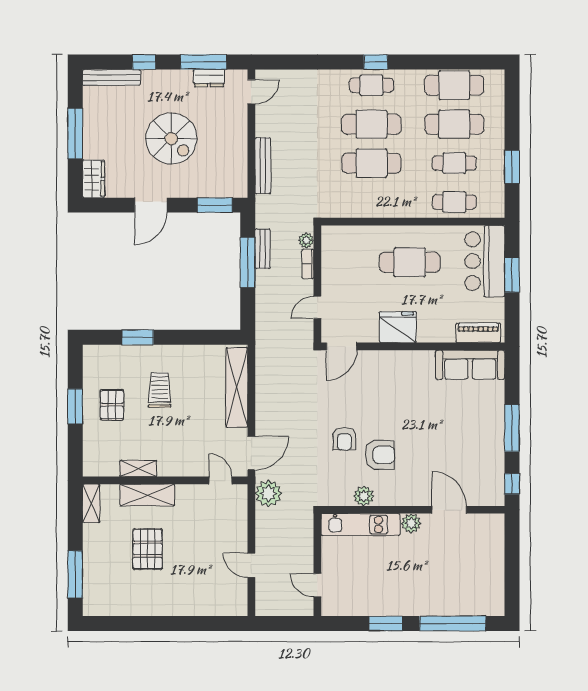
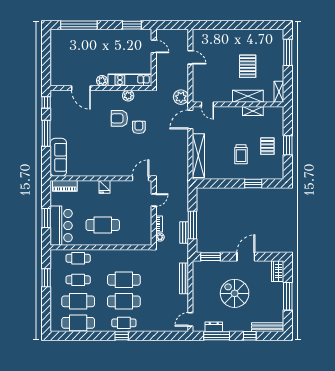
fridge: (398, 327) -> (105, 187), width x0.53, depth x0.75
sofa: (470, 365) -> (58, 157), moved, turned 90
window: (386, 624) -> (132, 25), moved

